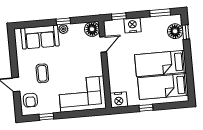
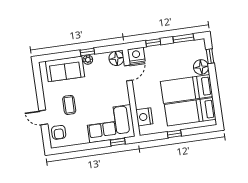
window: (119, 16) -> (153, 43), moved
nightstand: (132, 25) -> (136, 55), moved
floor lamp: (175, 31) -> (201, 67), moved
nightstand: (119, 100) -> (144, 117), moved, turned 90
window: (46, 117) -> (118, 142), moved

